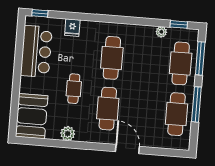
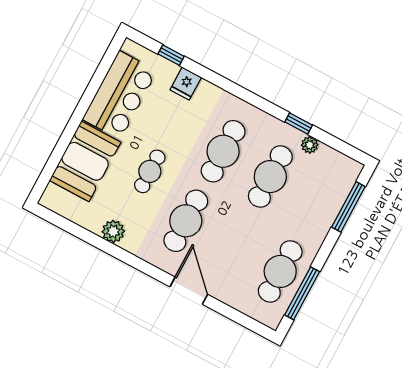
window: (40, 13) -> (171, 55), moved
window: (179, 24) -> (299, 123), moved
cafe table: (181, 63) -> (270, 177), moved
window: (196, 104) -> (302, 293), moved
booth: (32, 116) -> (85, 161), moved

